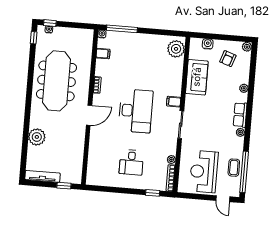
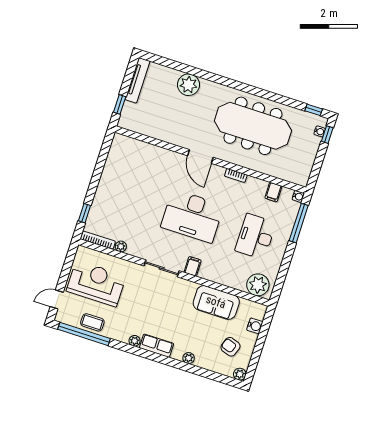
desk: (131, 162) -> (256, 237), moved, width x1.37

